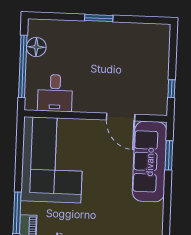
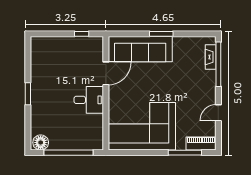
floor lamp: (36, 47) -> (41, 143), moved
desk: (55, 93) -> (89, 100), moved
window: (169, 155) -> (161, 34), moved

